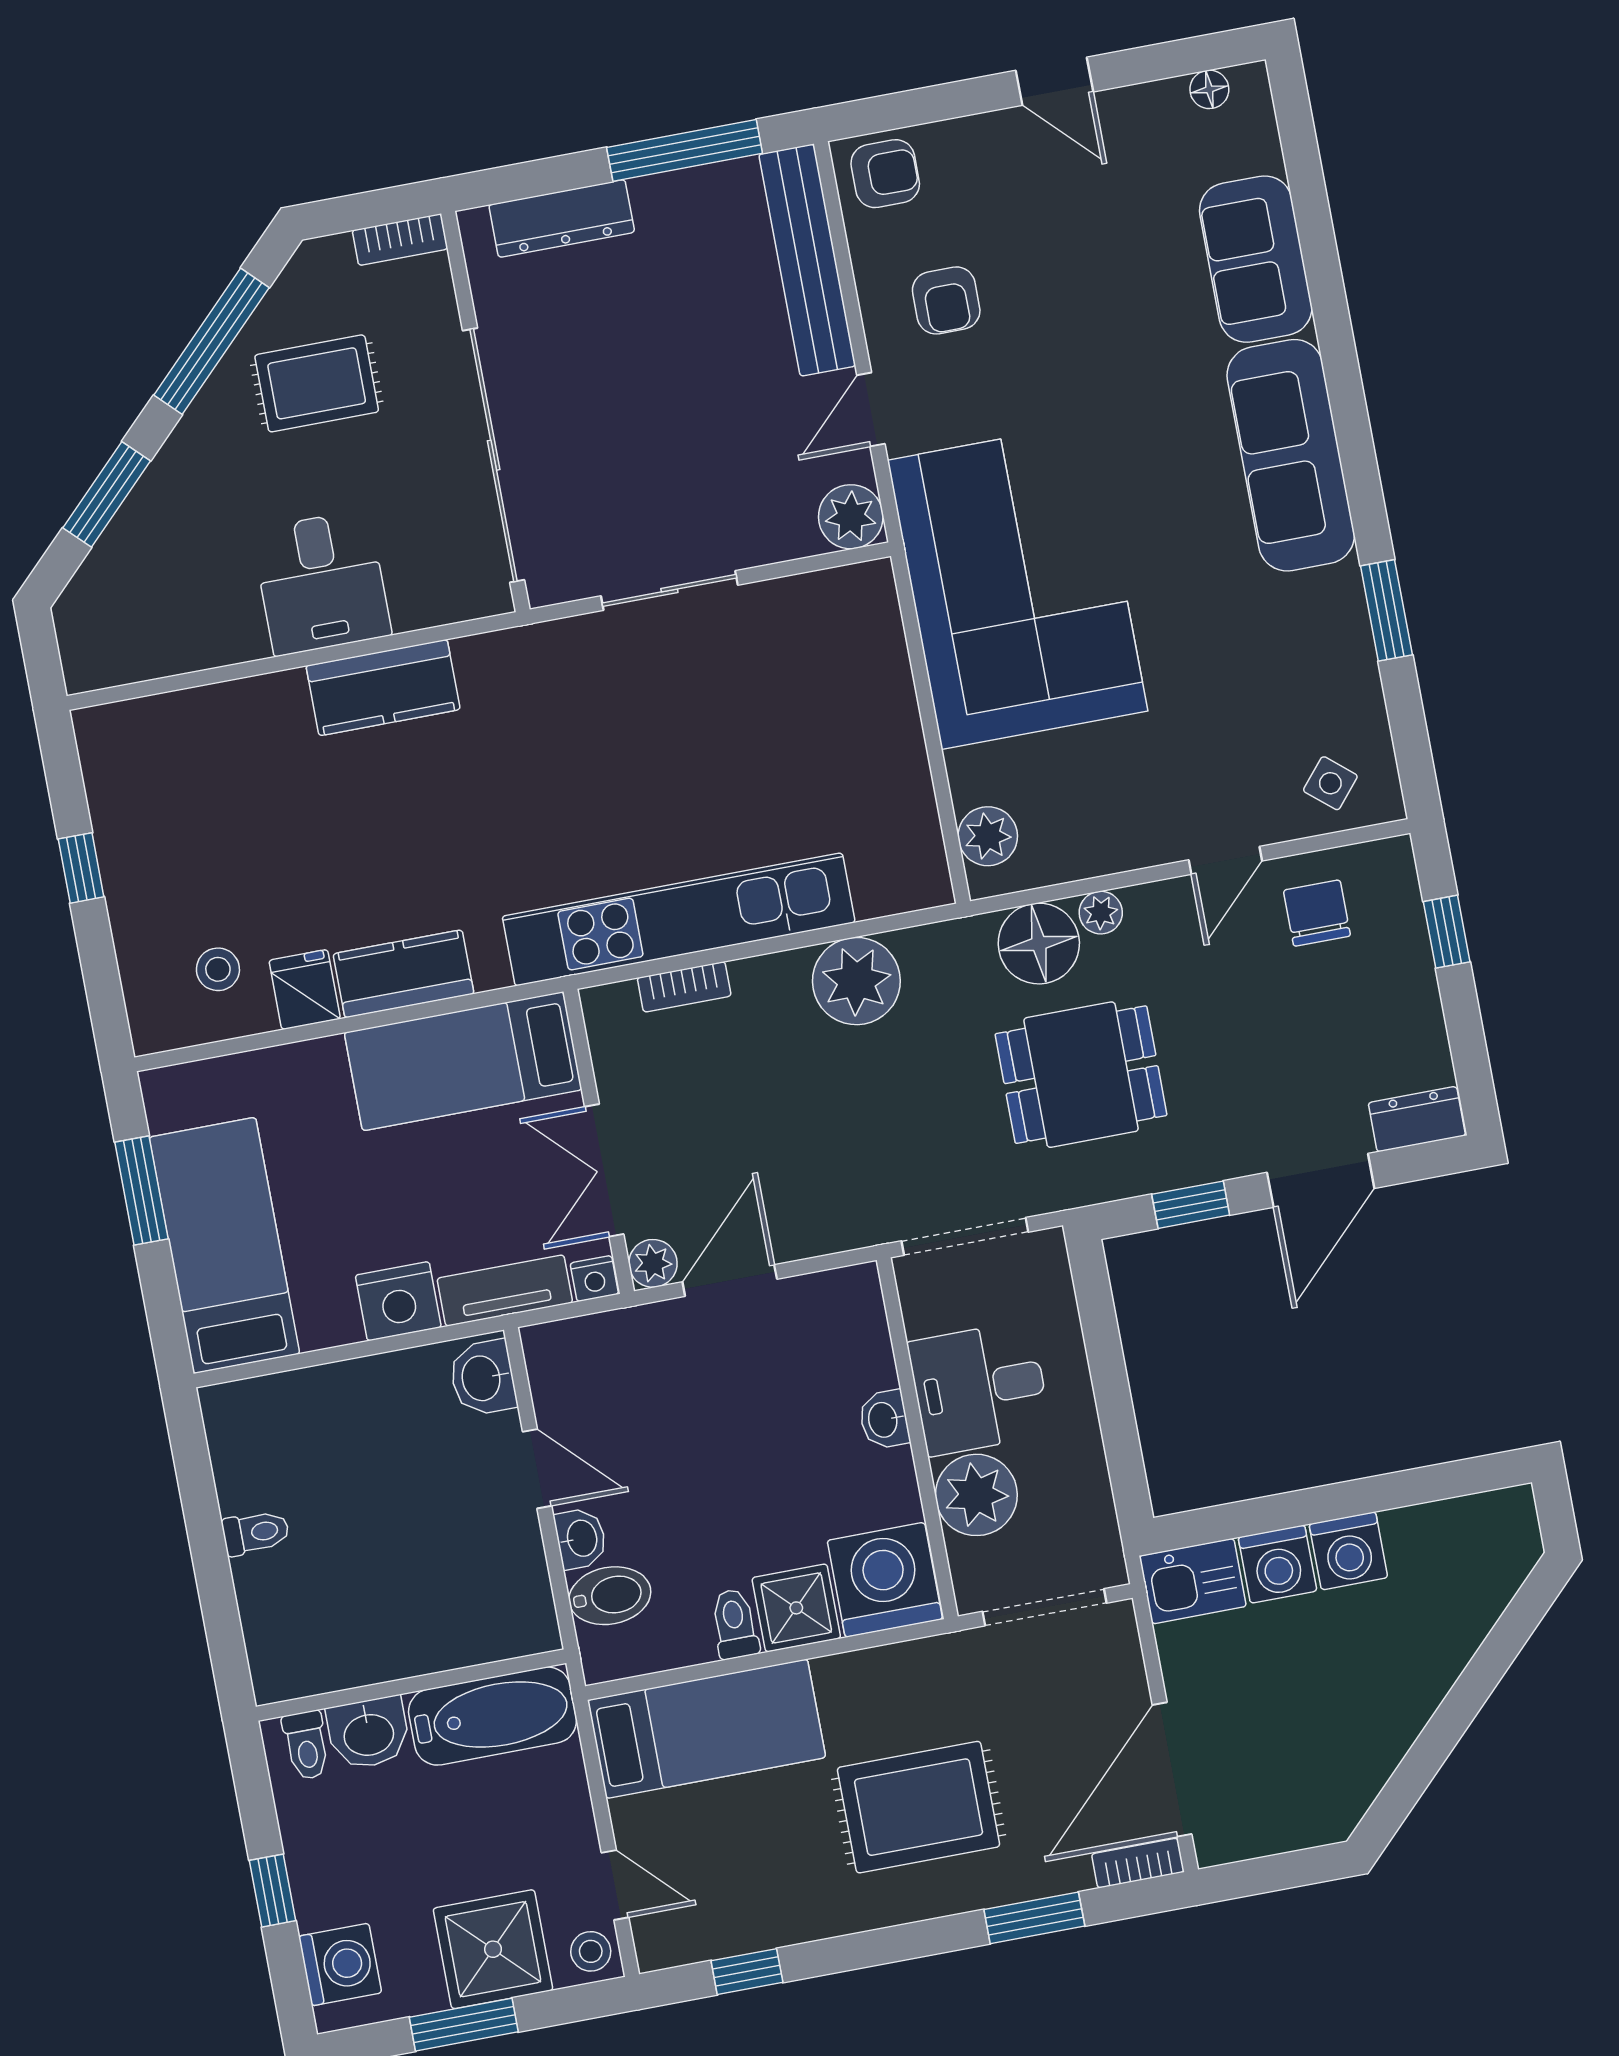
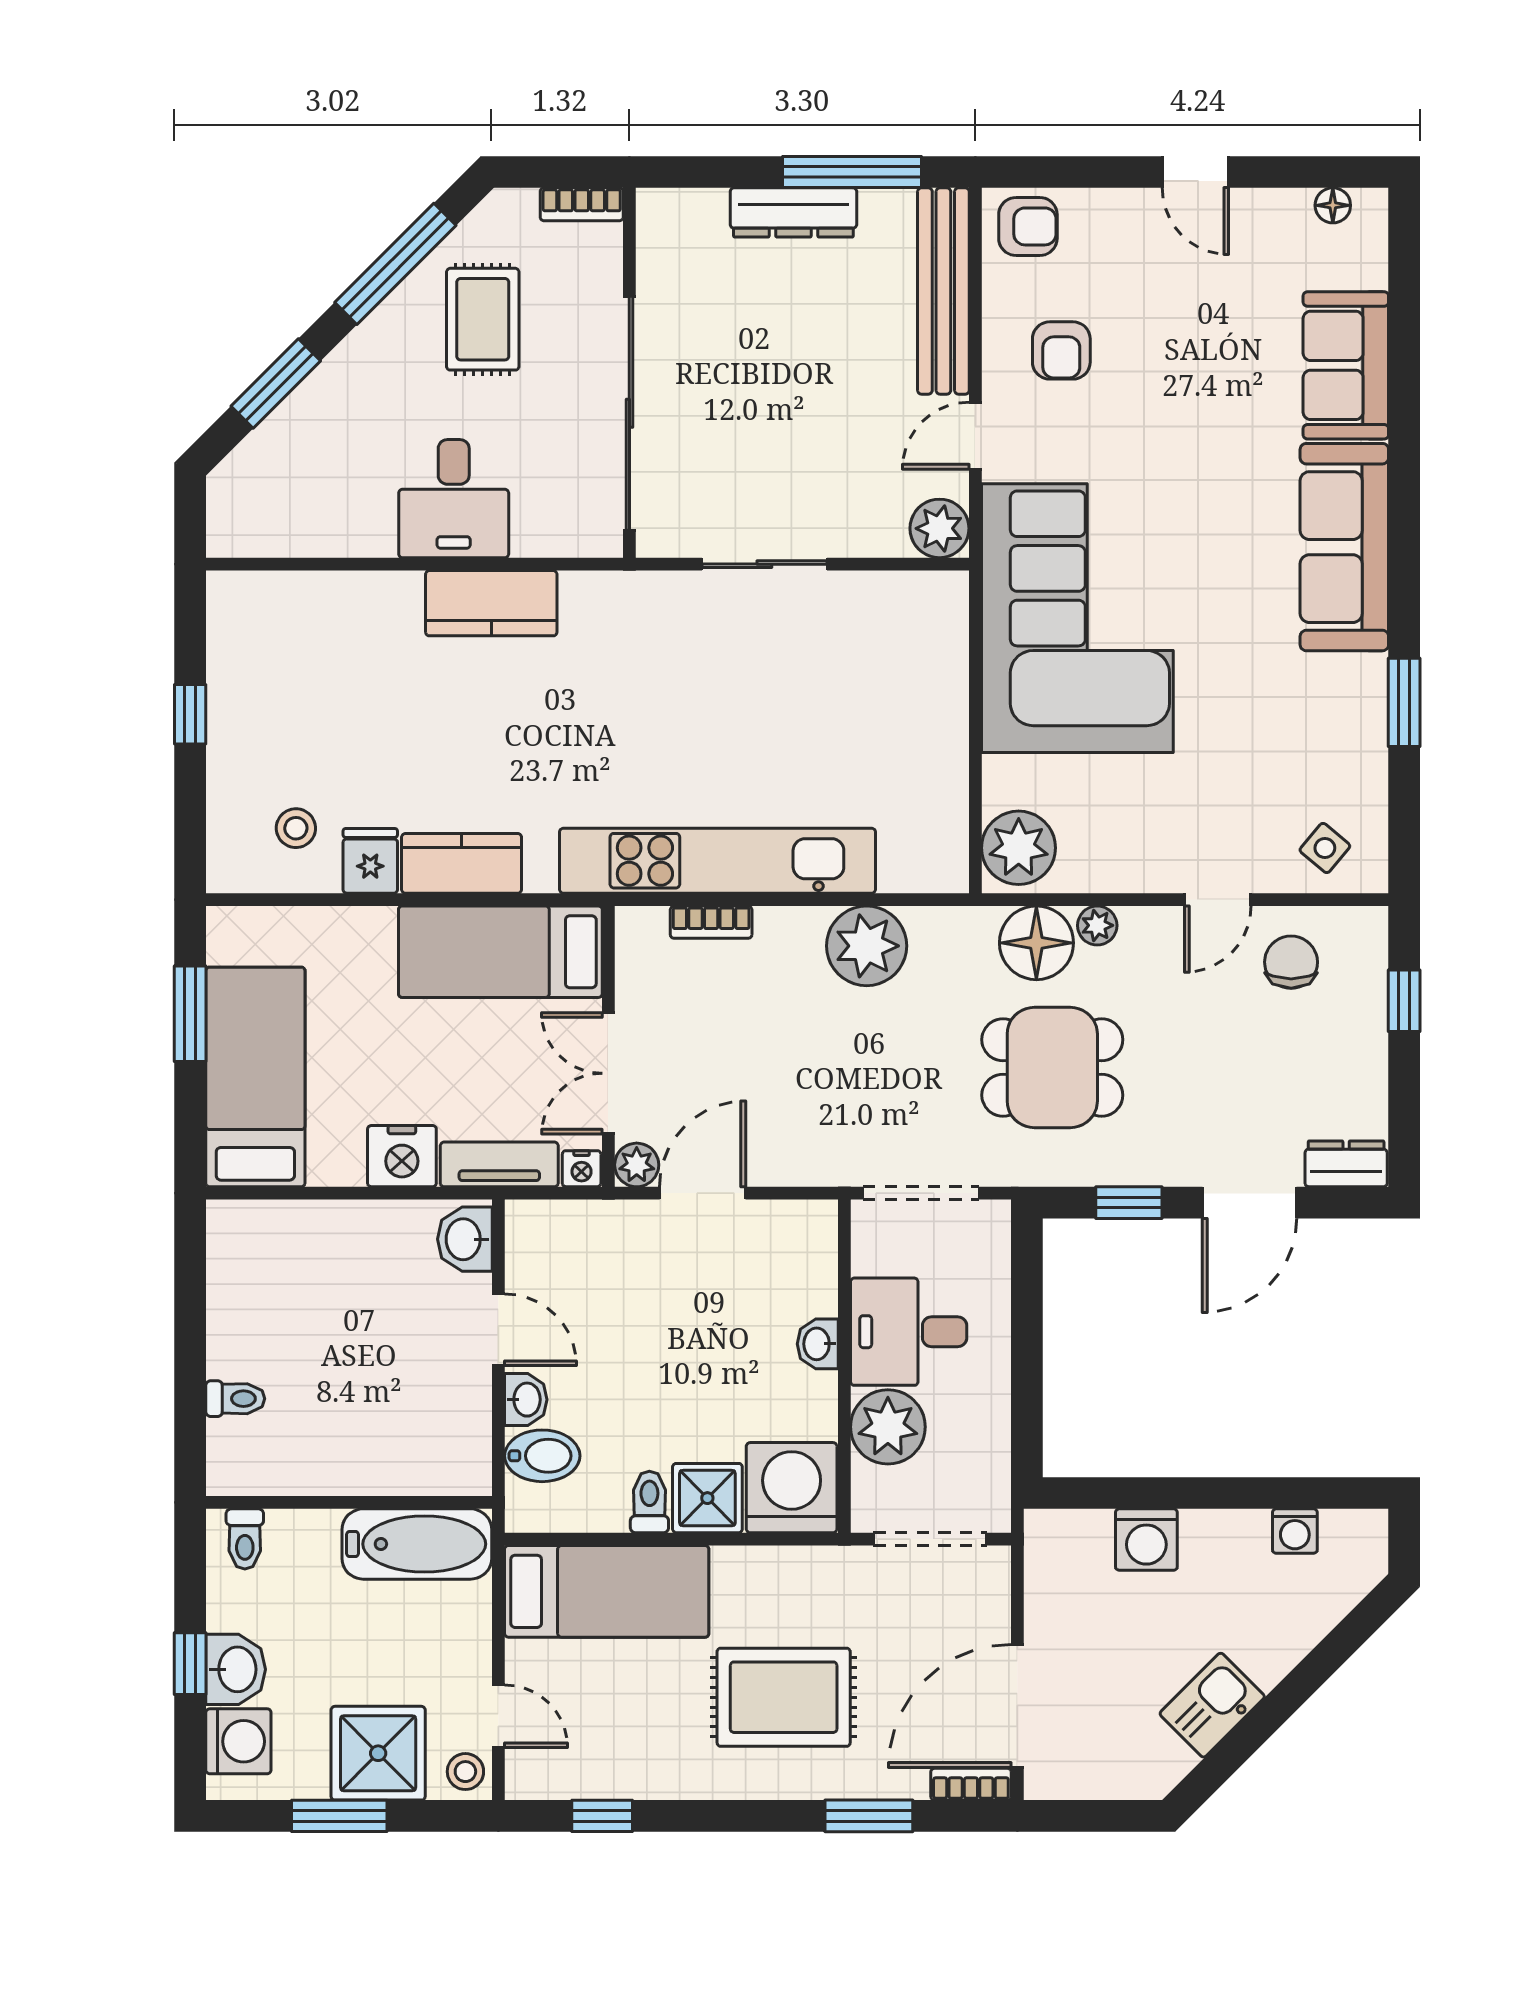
dresser: (562, 218) -> (793, 212), moved
rug: (317, 383) -> (483, 319), turned 90
plant: (988, 836) -> (1019, 848), width x1.36, depth x1.36
toilet: (256, 1533) -> (235, 1399), moved
washing machine: (1348, 1551) -> (1295, 1531), moved, width x0.73, depth x0.73
kitchen sink: (1193, 1581) -> (1212, 1705), moved, turned 135
washbasin: (368, 1733) -> (236, 1669), moved, turned -90

